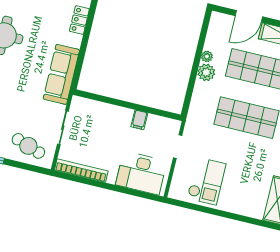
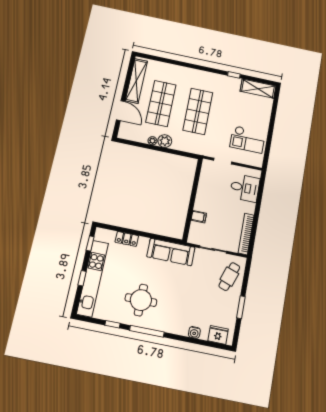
filing cabinet: (139, 120) -> (199, 217), moved
desk: (141, 173) -> (245, 188), width x0.73
checkout: (206, 181) -> (248, 139), turned 180

